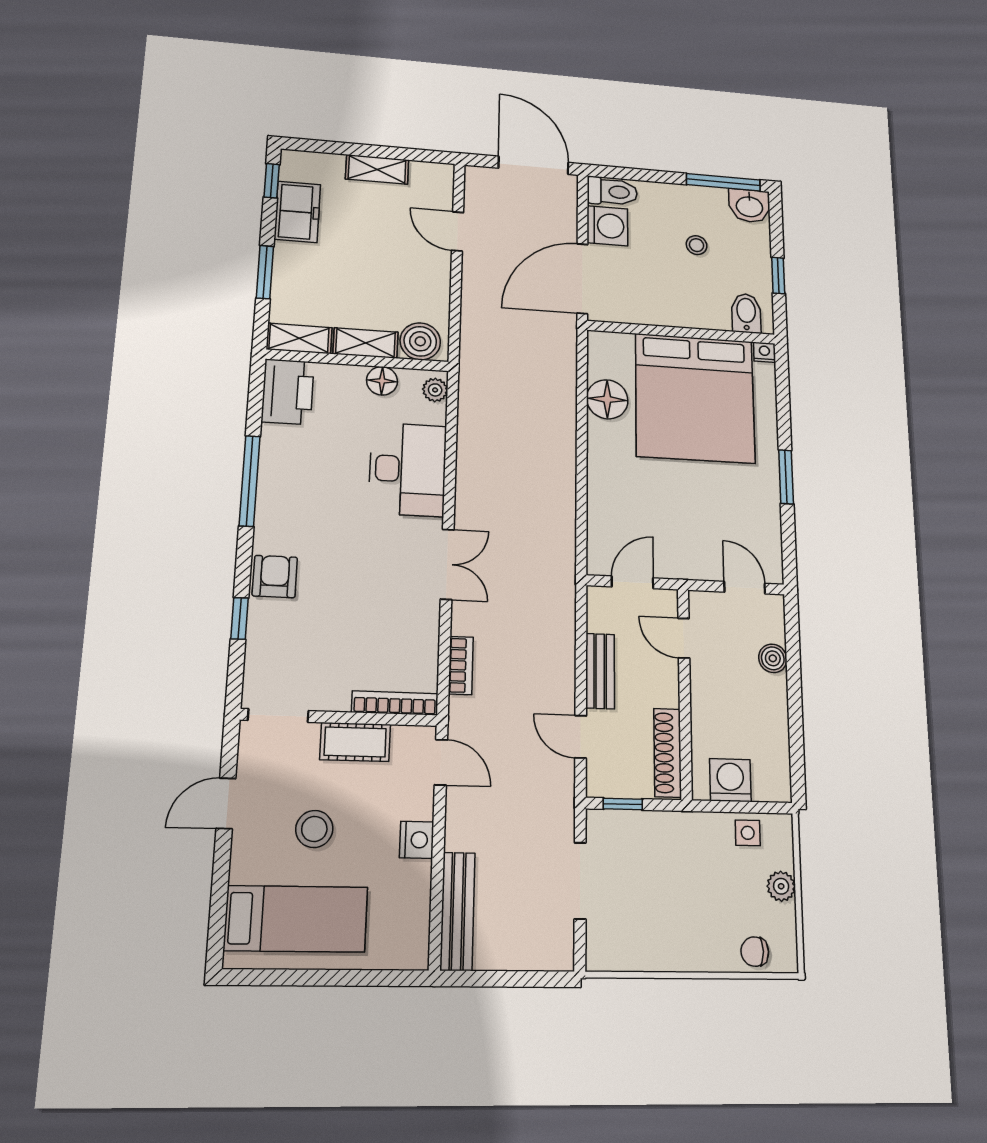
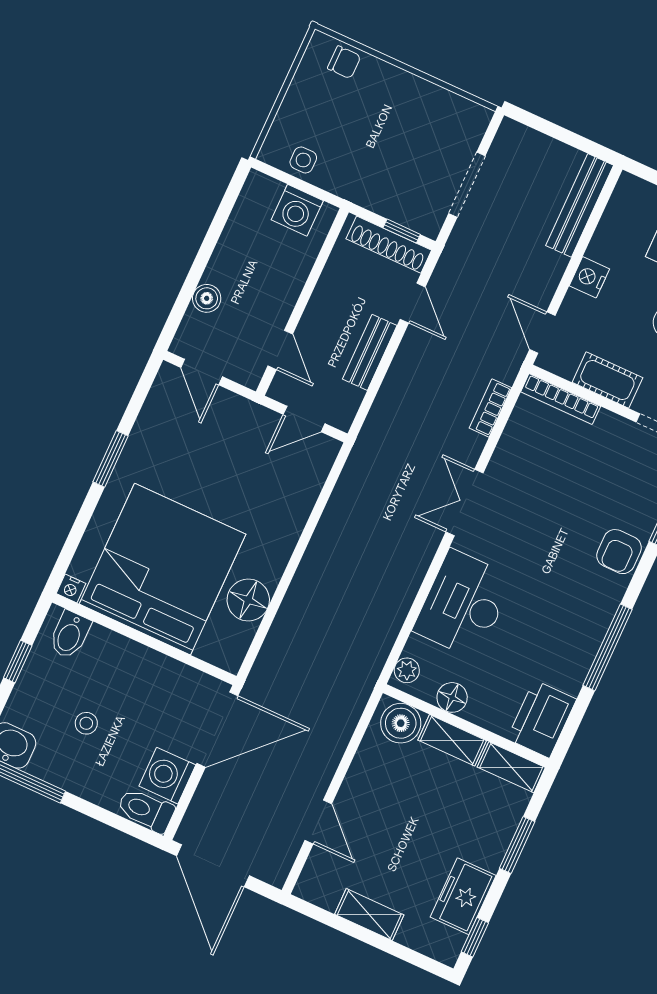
shoe rack: (668, 753) -> (389, 245), moved, turned 90
plant: (781, 886) -> (295, 104), removed

